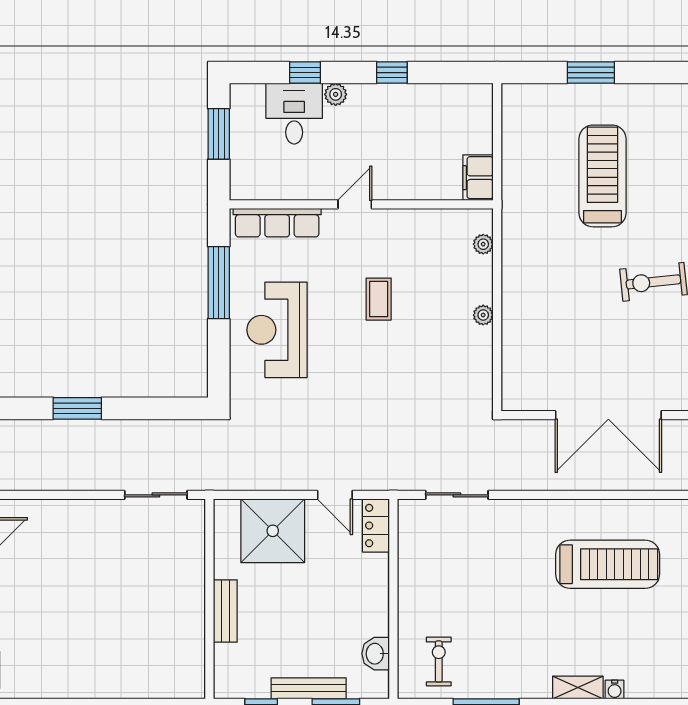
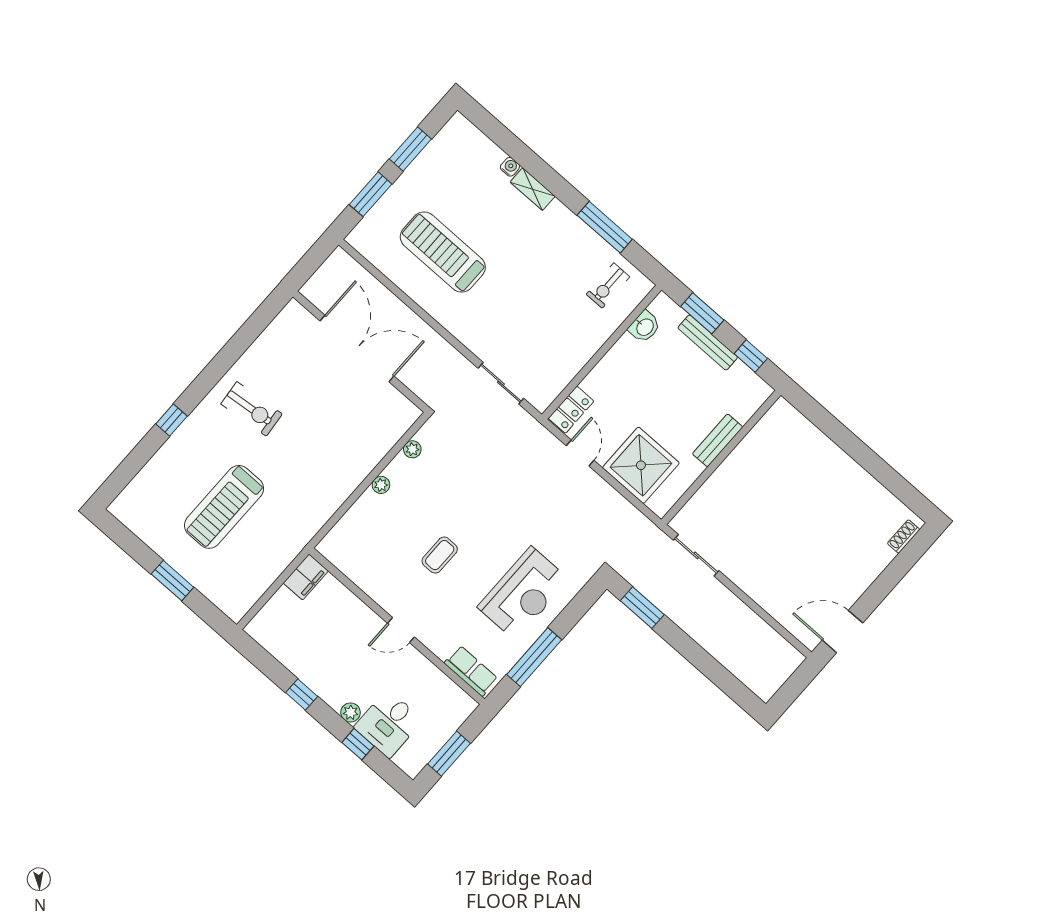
row of seats: (277, 223) -> (471, 671), width x0.68
plant: (483, 244) -> (412, 449), moved
window: (77, 408) -> (642, 608), moved

